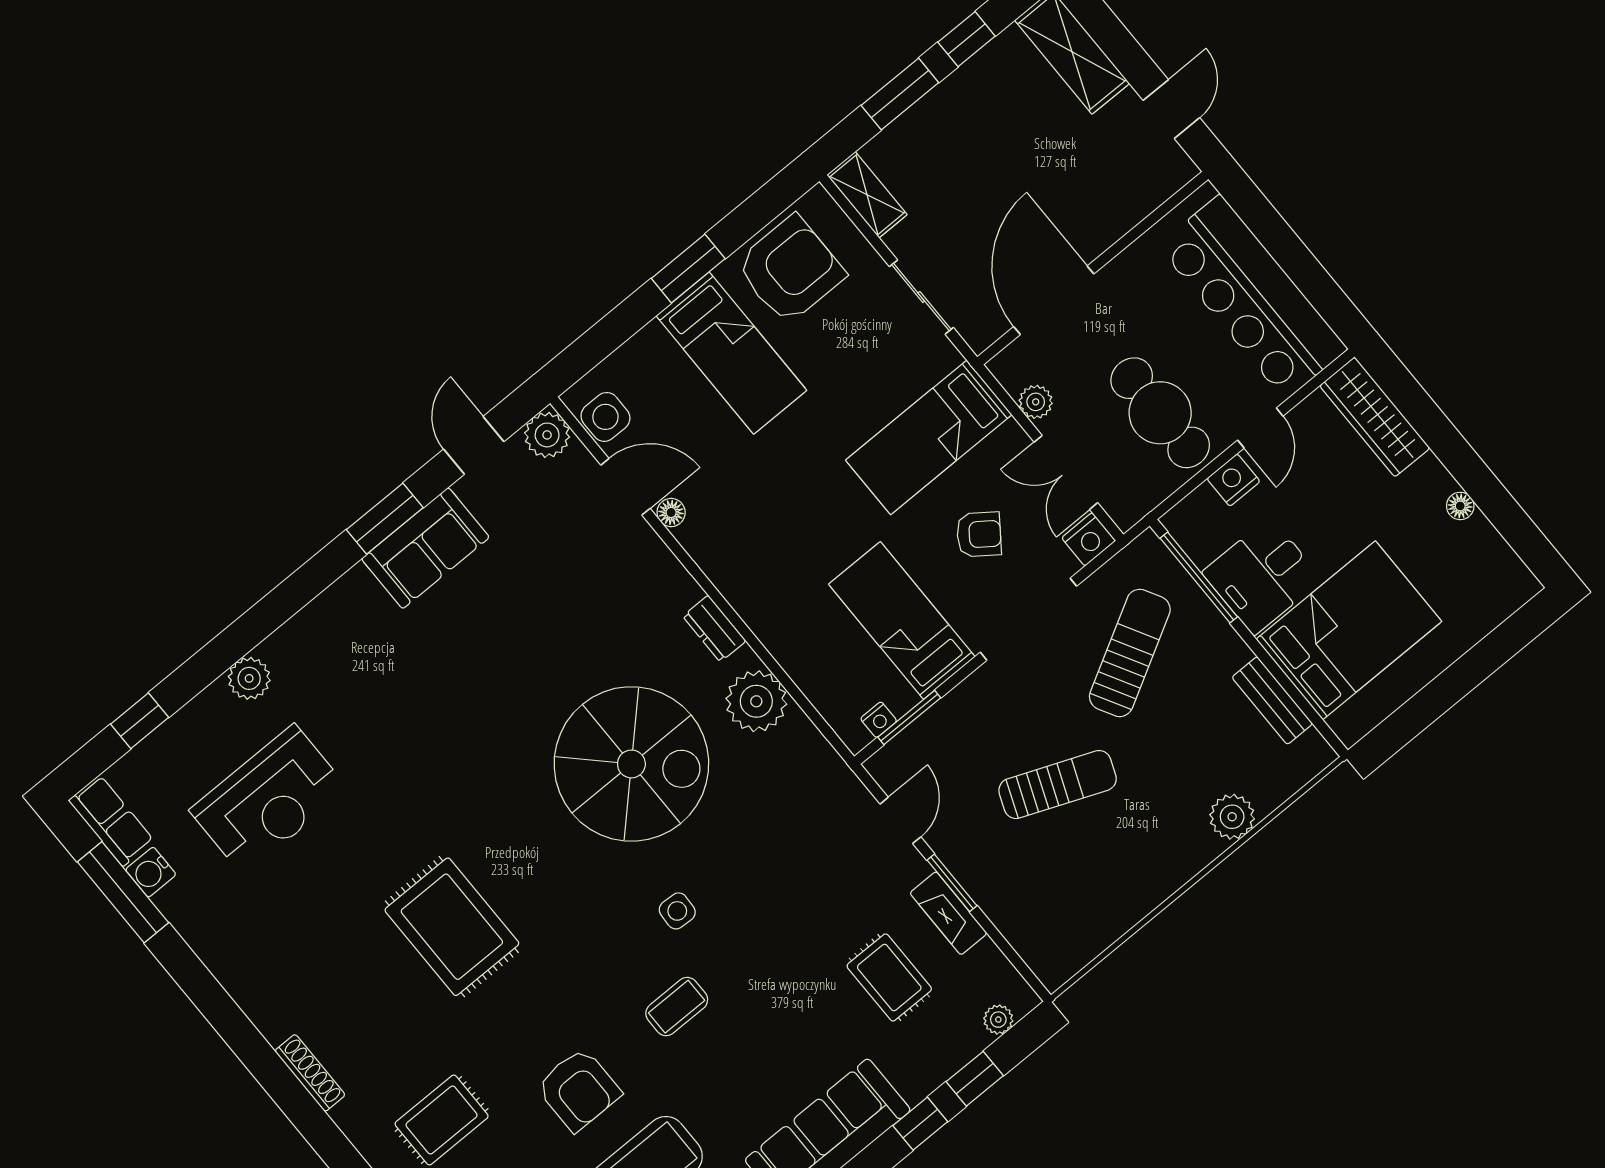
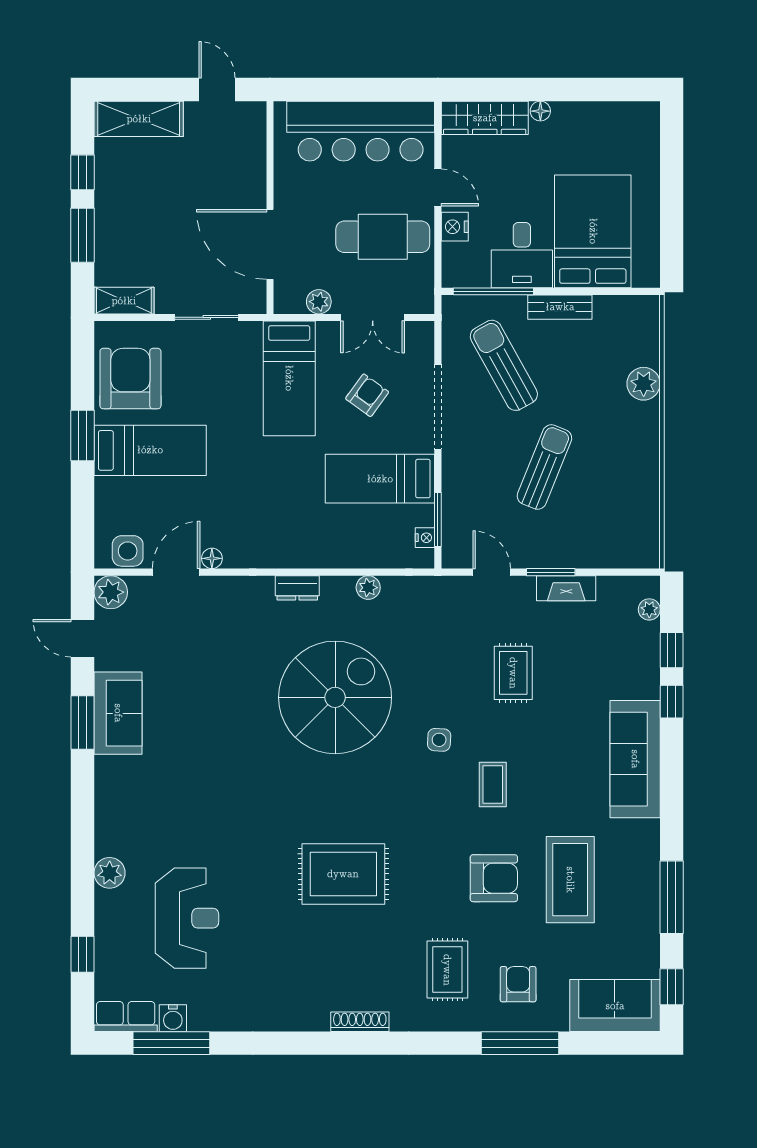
floor lamp: (1460, 506) -> (540, 111), moved
nightstand: (1089, 539) -> (421, 336), removed
bench: (1272, 700) -> (560, 307), moved
plant: (756, 701) -> (368, 588), width x0.53, depth x0.53
rug: (889, 977) -> (513, 673), moved, turned 90

